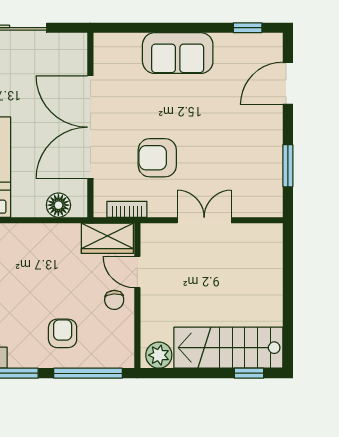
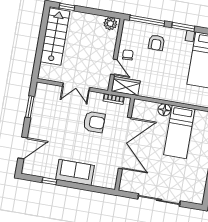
window: (248, 28) -> (49, 181), moved
floor lamp: (58, 205) -> (164, 110), moved
stairs: (228, 348) -> (55, 37), moved, turned -90

